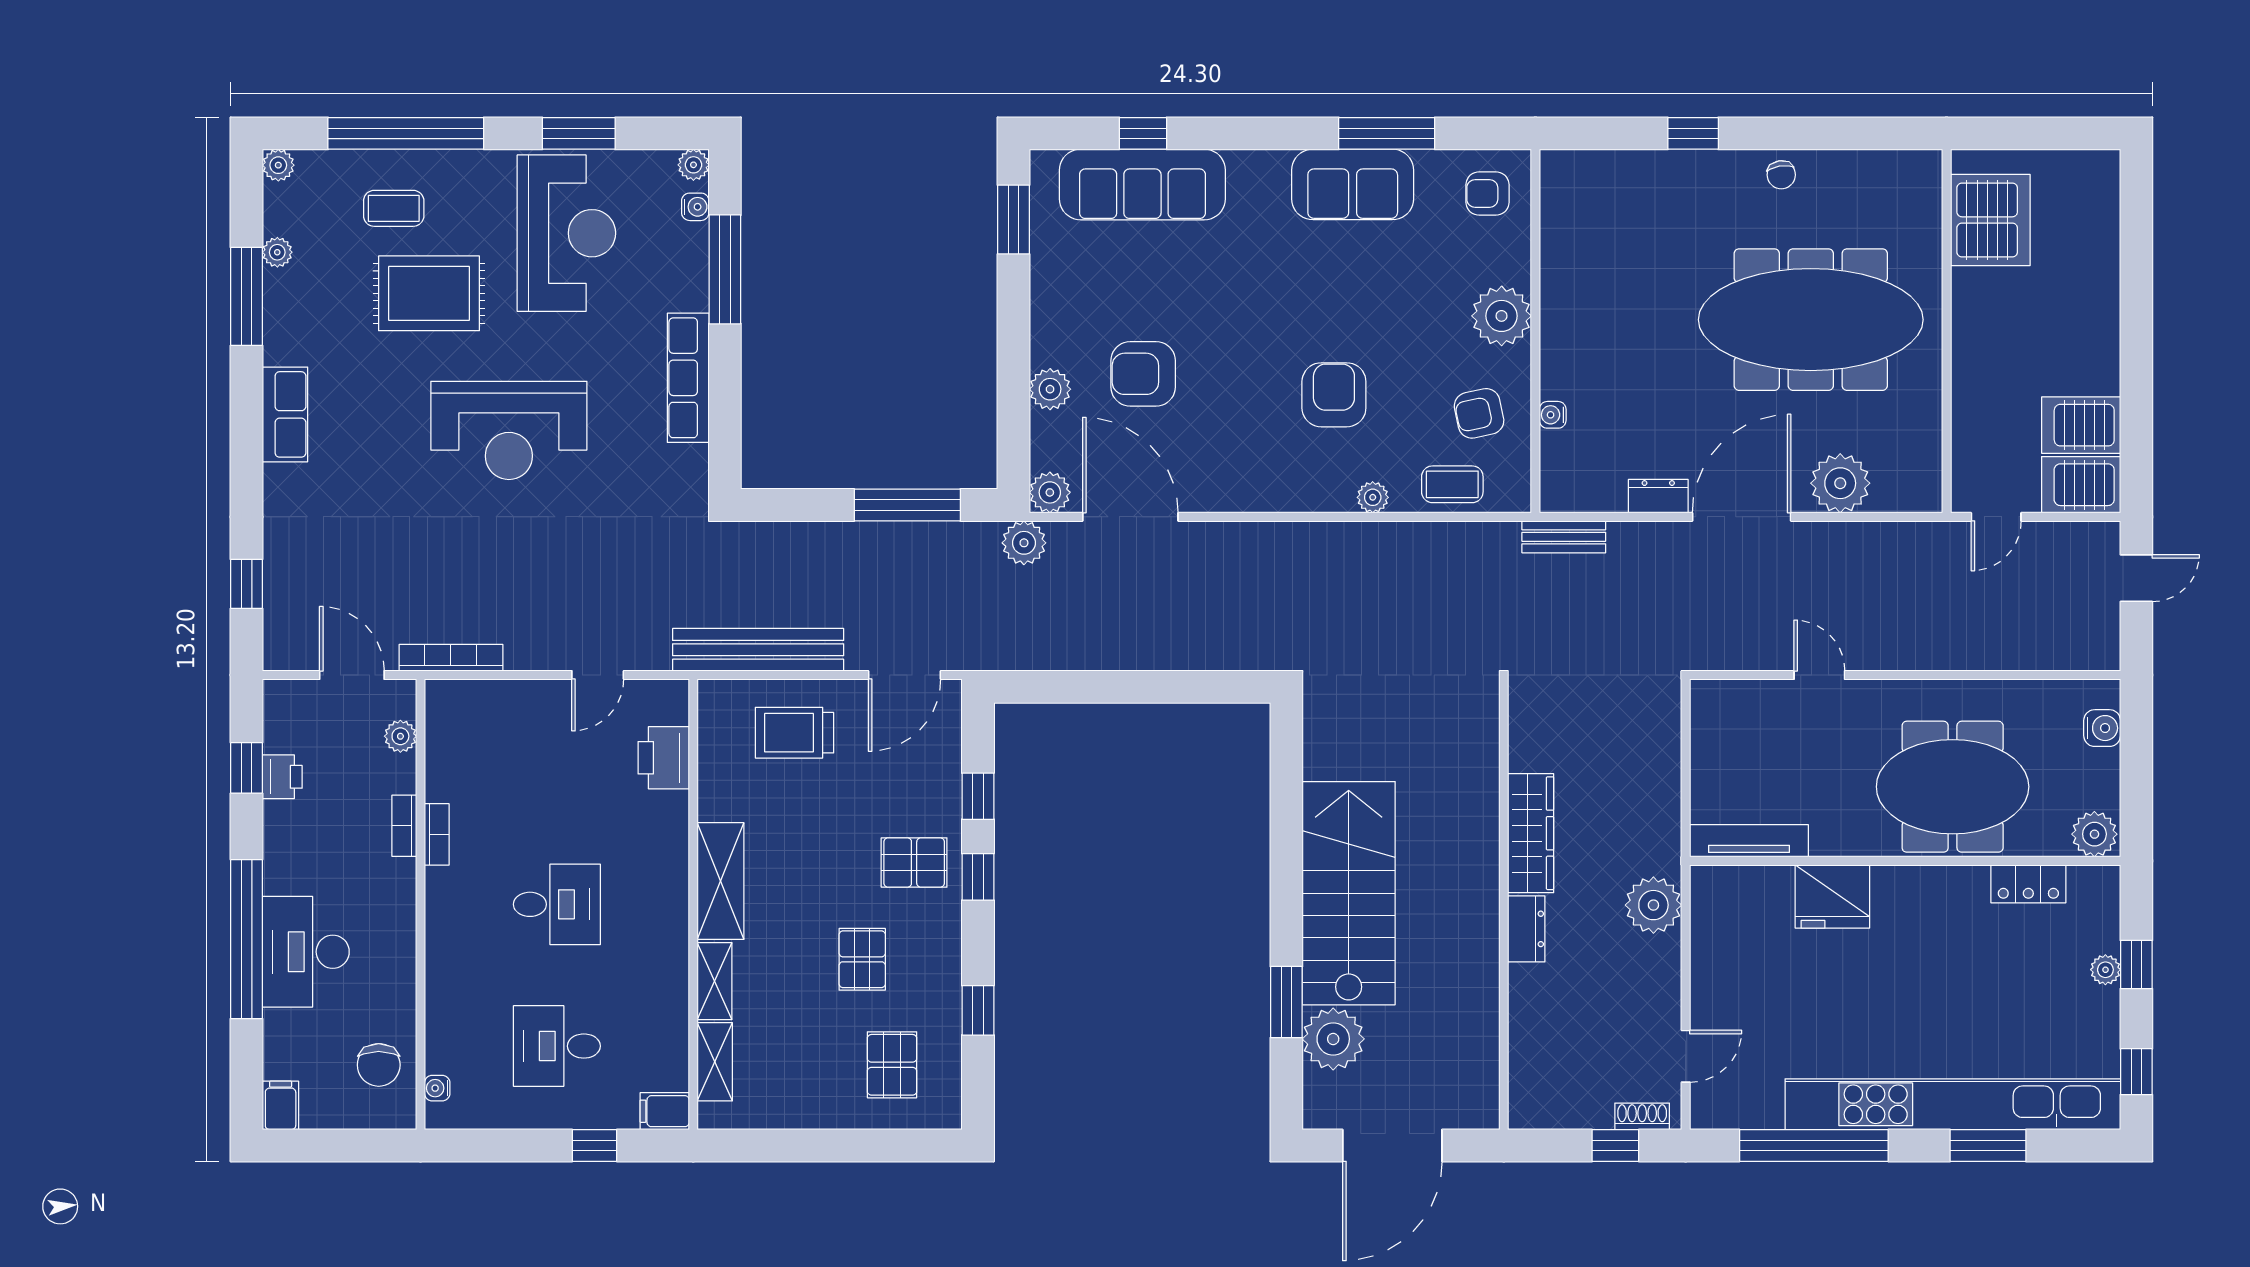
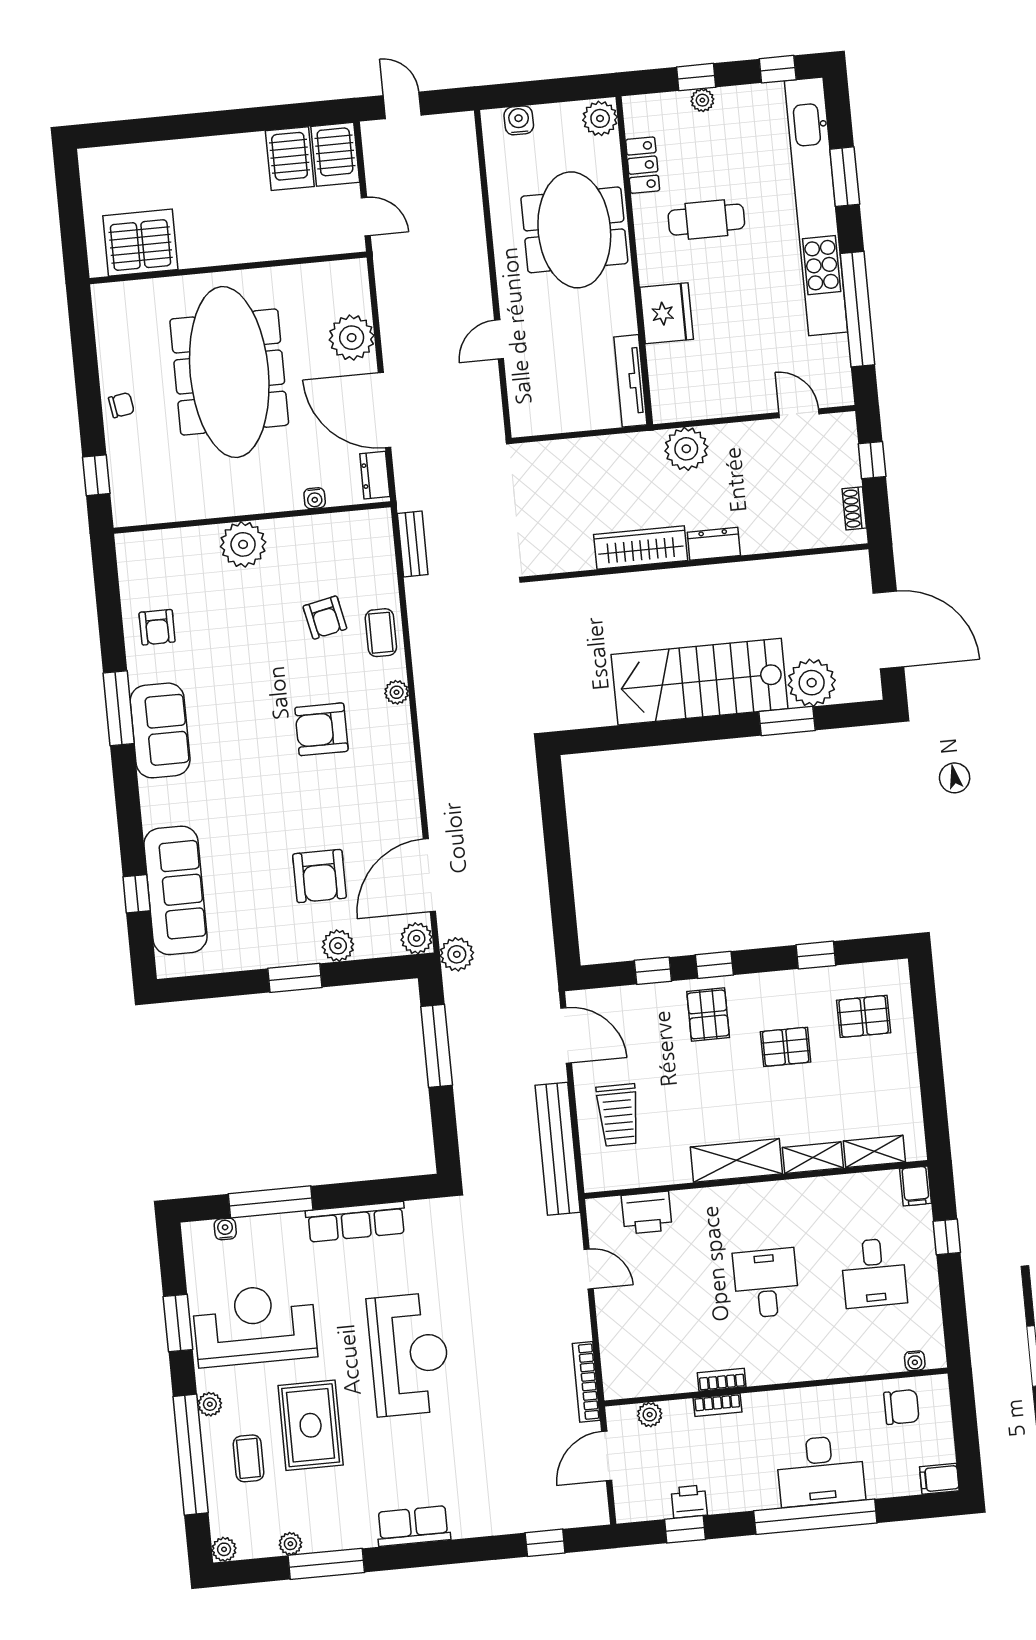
plant: (693, 165) -> (210, 1404), moved
window: (1014, 220) -> (295, 978), moved
plant: (1502, 316) -> (243, 544), moved
wall: (1535, 331) -> (252, 518), moved
water cooler: (1553, 415) -> (315, 498), moved
cafe table: (1949, 960) -> (706, 220), added
shoe rack: (1642, 1116) -> (854, 508), moved

